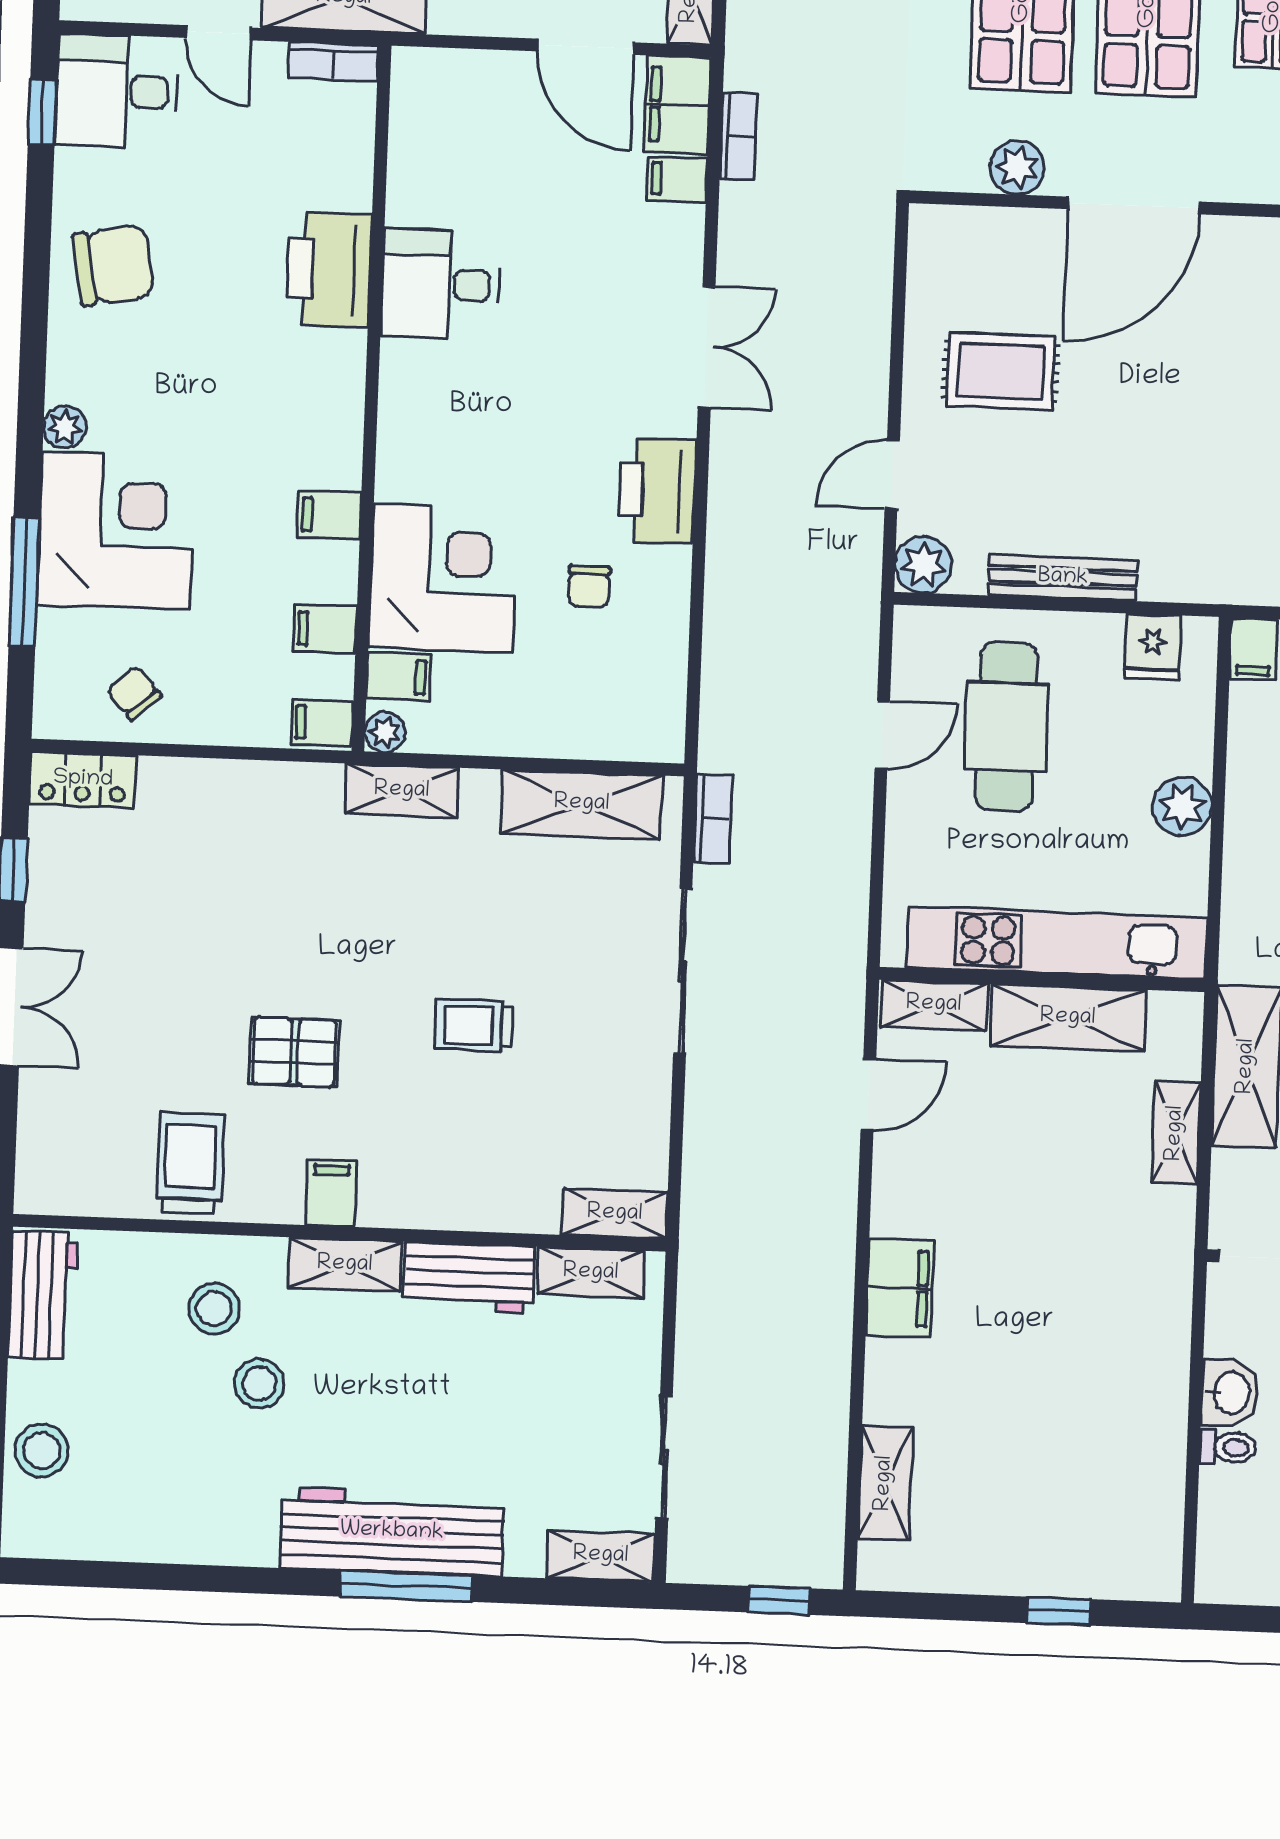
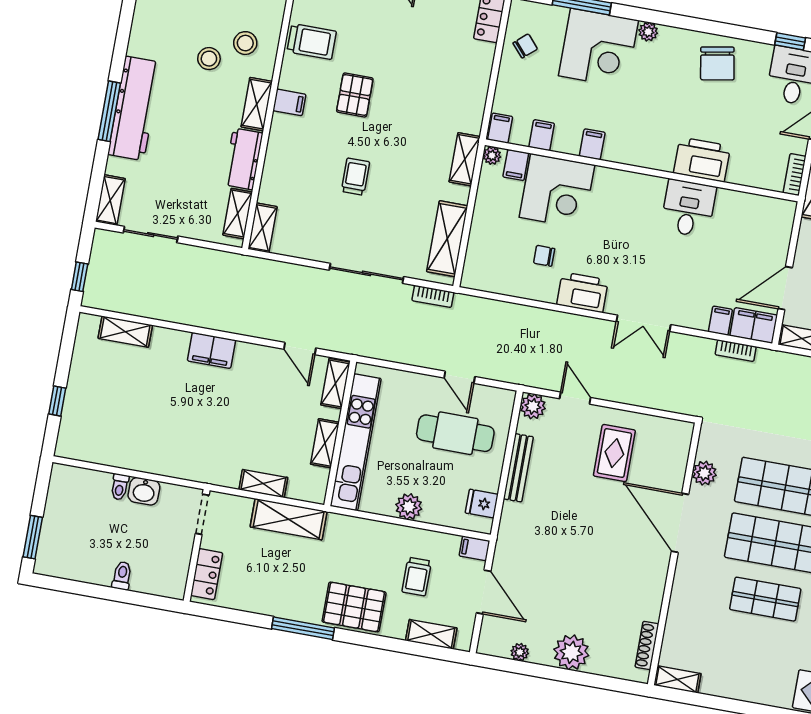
shelving: (1068, 1018) -> (325, 443), width x0.67, depth x0.75

